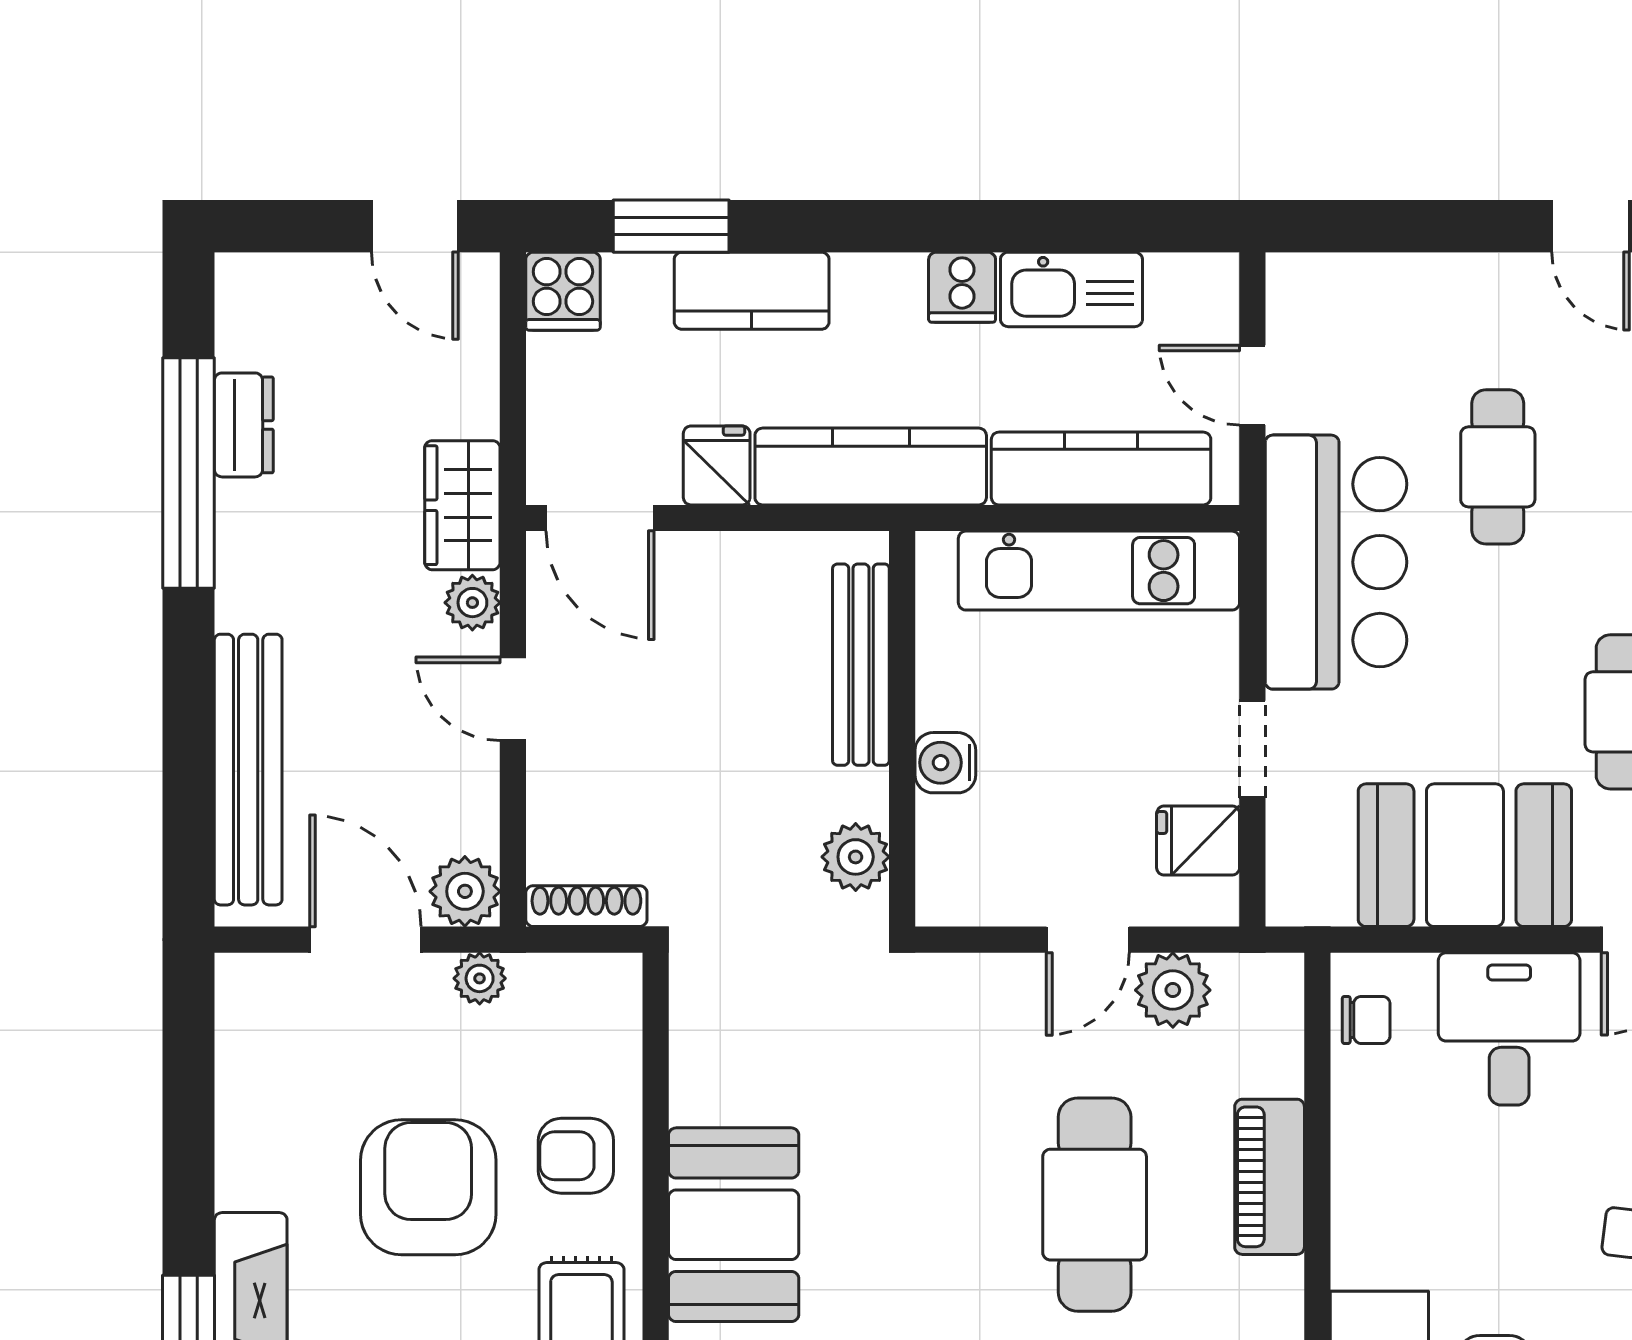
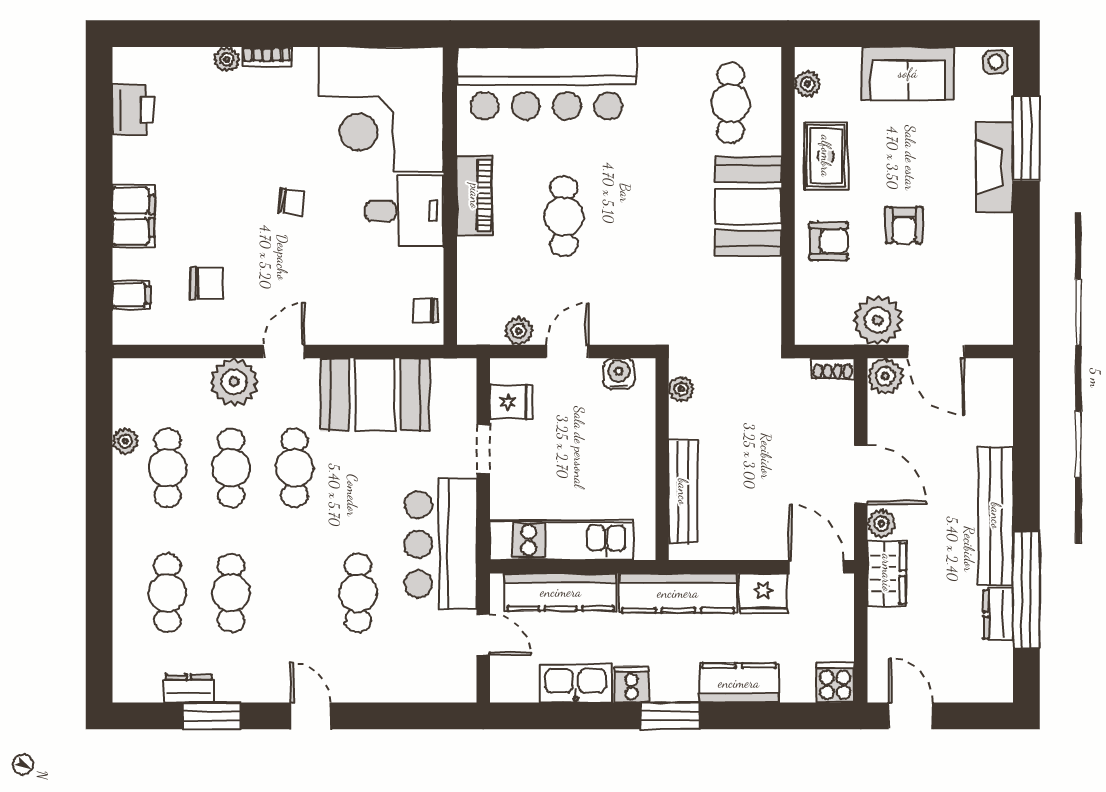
window: (671, 226) -> (670, 716), moved
fridge: (717, 465) -> (763, 594), width x1.38
door: (513, 699) -> (861, 475), width x1.38
water cooler: (945, 763) -> (619, 374), moved, turned -90
bench: (248, 770) -> (996, 516), moved
plant: (856, 857) -> (681, 389), width x0.73, depth x0.73
shoe rack: (586, 906) -> (833, 369), width x0.70
plant: (480, 978) -> (878, 320), width x1.88, depth x1.88
plant: (1173, 990) -> (519, 331), width x0.73, depth x0.73
desk: (1509, 1029) -> (405, 211), moved, turned -90
piano: (1270, 1177) -> (475, 196), moved
armchair: (428, 1187) -> (904, 225), width x0.53, depth x0.53
cafe table: (1095, 1205) -> (564, 216), width x0.73, depth x0.74

